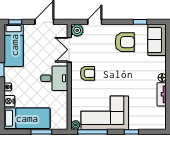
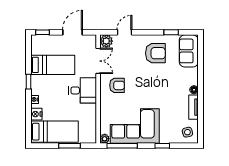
bed: (14, 45) -> (53, 65), moved, turned -90
double door: (69, 50) -> (98, 61), swing flipped
side table: (156, 119) -> (187, 132), added

